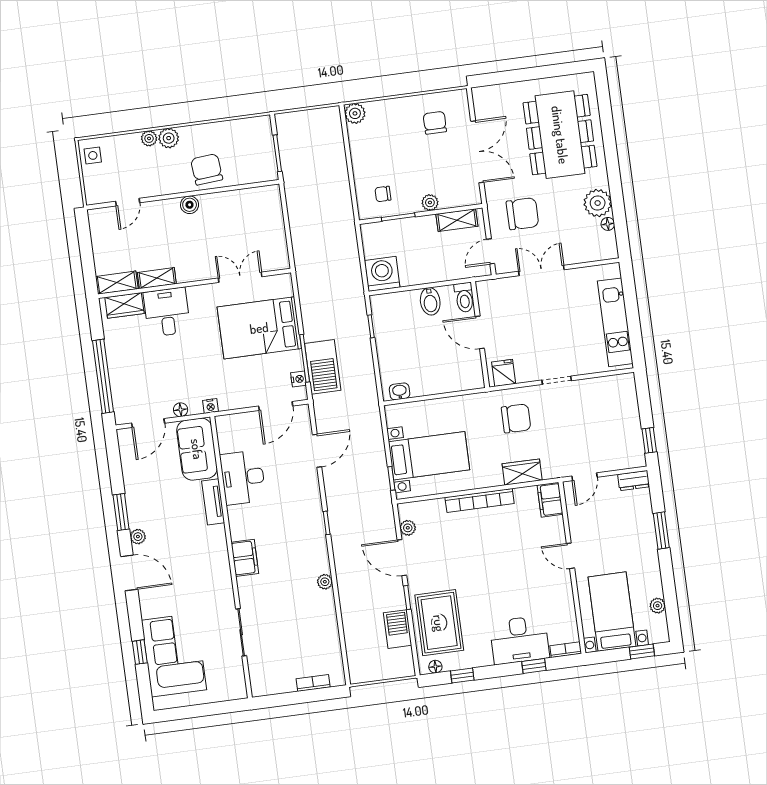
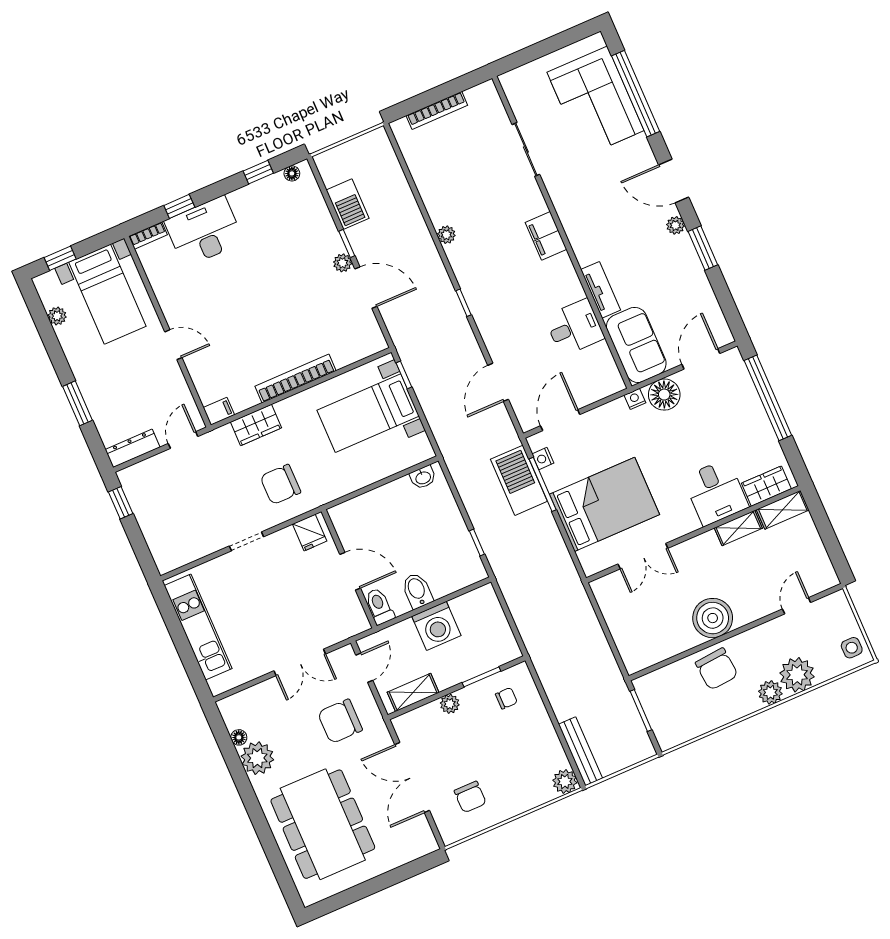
bench: (335, 134) -> (580, 751), added
plant: (149, 138) -> (797, 675), width x1.87, depth x1.87
boiler: (190, 205) -> (713, 618), width x1.86, depth x1.86
washing machine: (382, 274) -> (436, 626), moved
floor lamp: (181, 410) -> (664, 395), width x1.89, depth x1.89
desk: (243, 477) -> (574, 327), width x0.73
dresser: (634, 481) -> (133, 448), width x1.44
filing cabinet: (550, 500) -> (219, 411), width x0.50
plant: (408, 528) -> (343, 263), moved
rug: (439, 623) -> (302, 225), removed
window: (140, 652) -> (636, 94), width x3.17
bookcase: (313, 683) -> (437, 110), width x1.56

